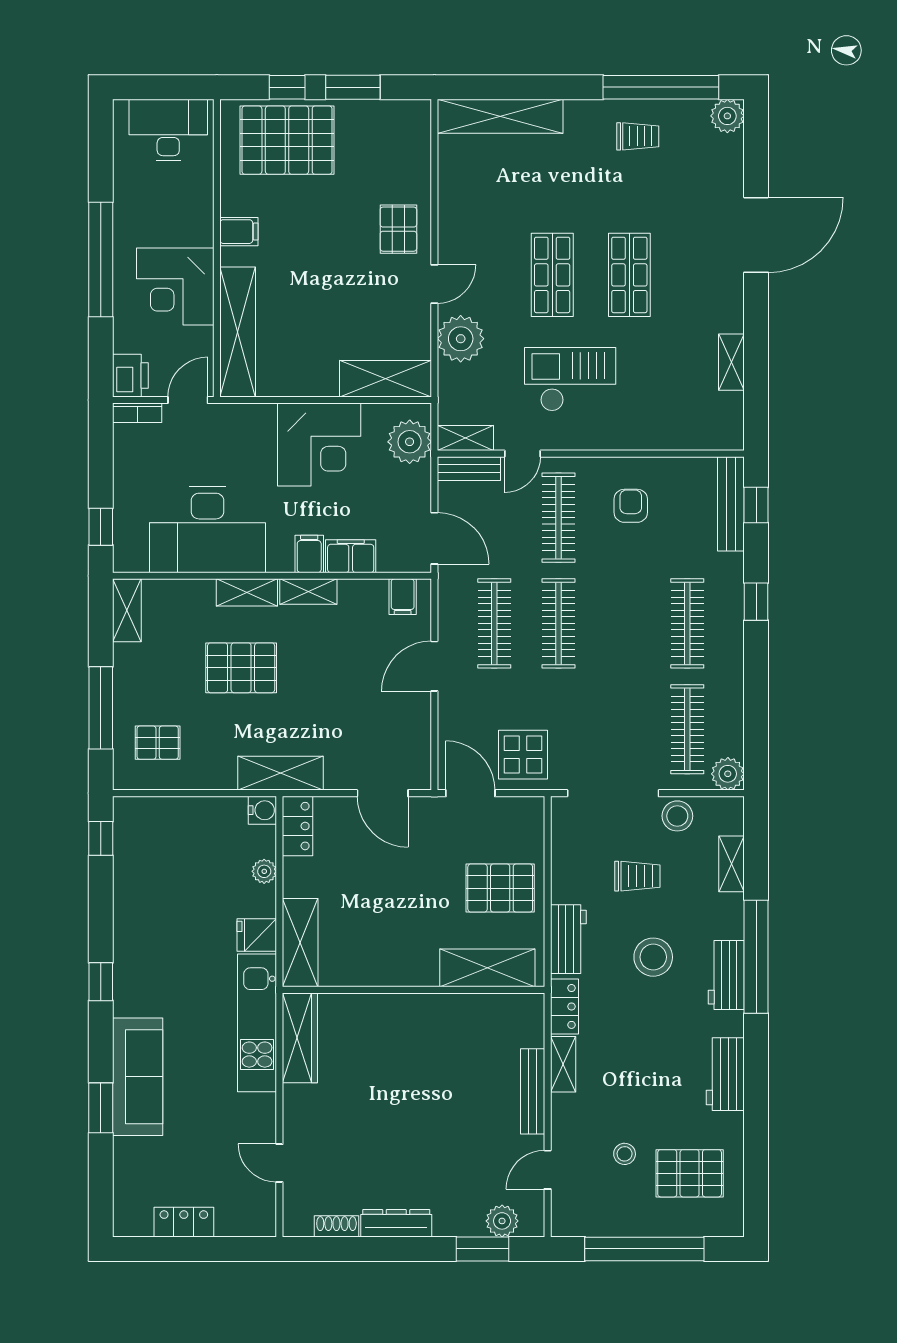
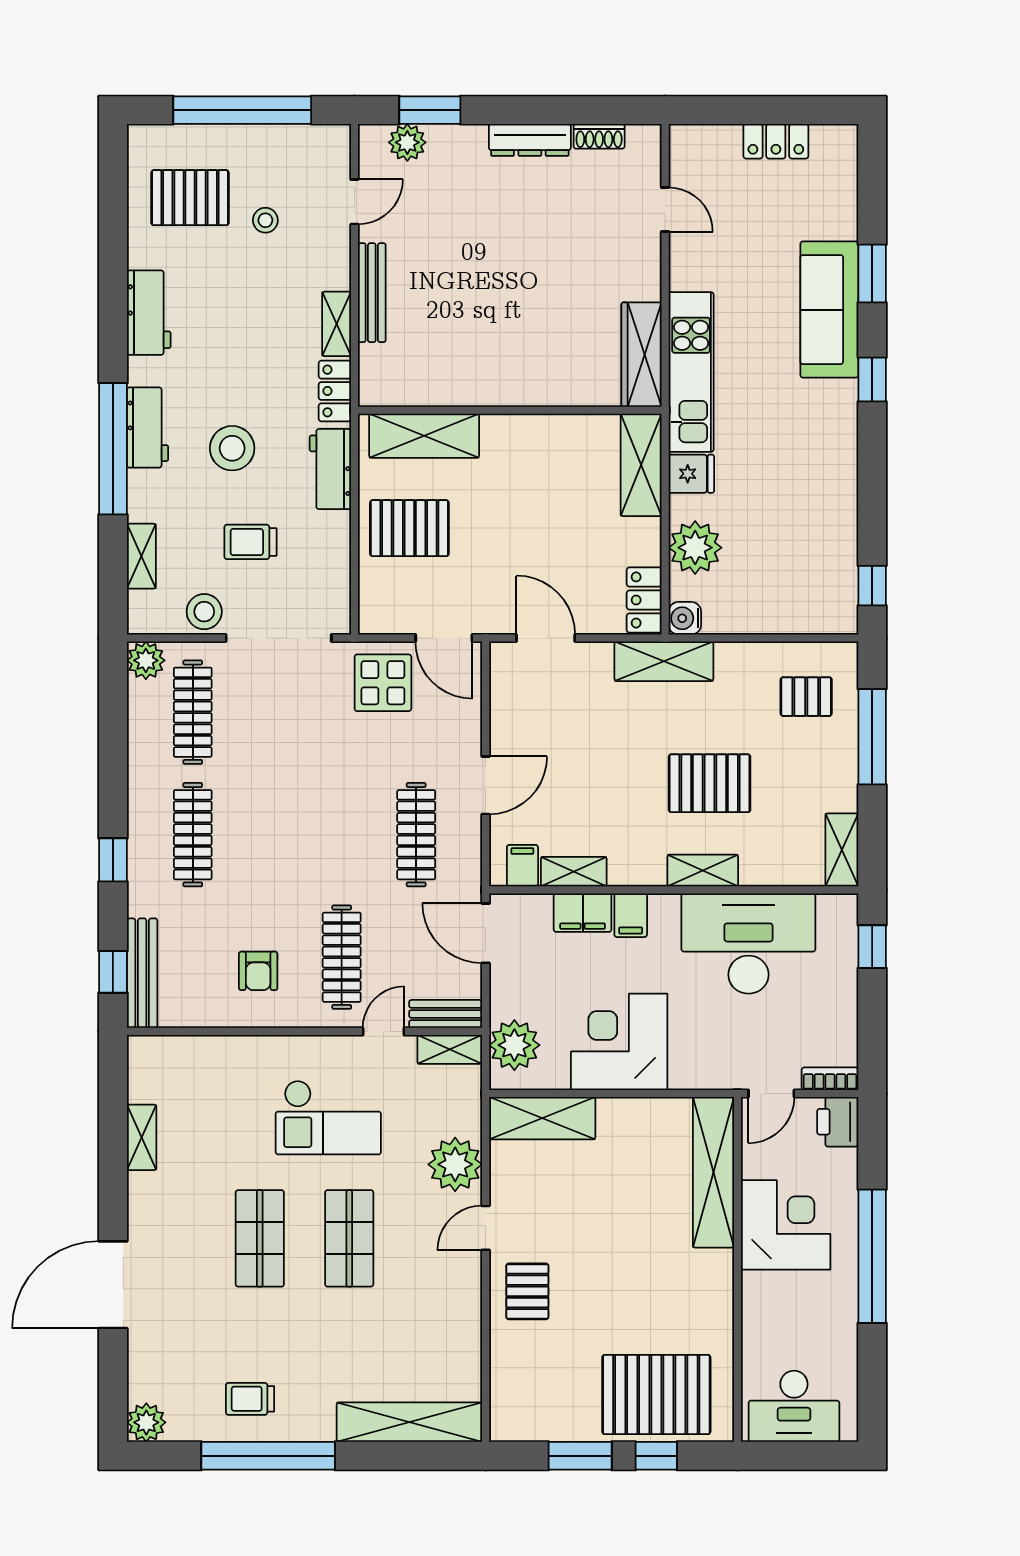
window: (661, 87) -> (268, 1456), moved
filing cabinet: (239, 232) -> (712, 1289), removed
shelving: (308, 592) -> (574, 872), moved
clothes rail: (559, 623) -> (342, 835), removed
plant: (264, 871) -> (695, 548), width x1.87, depth x1.87
window: (101, 982) -> (872, 380), moved

